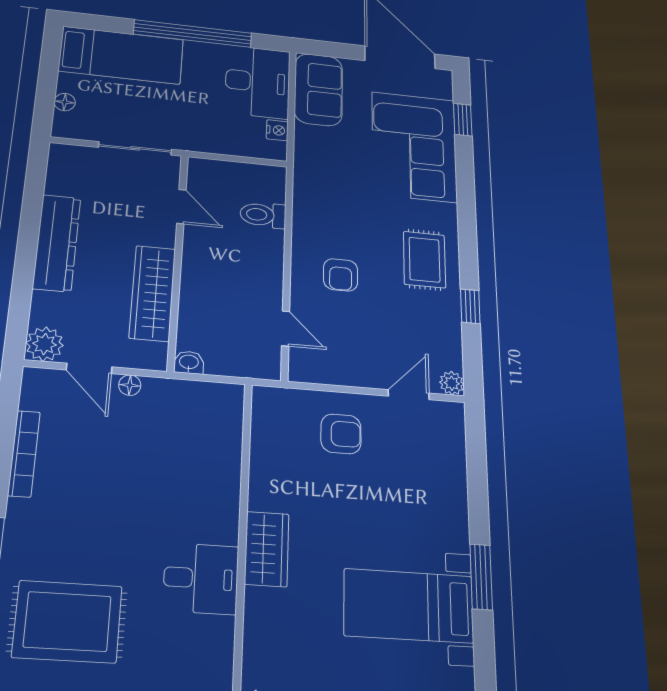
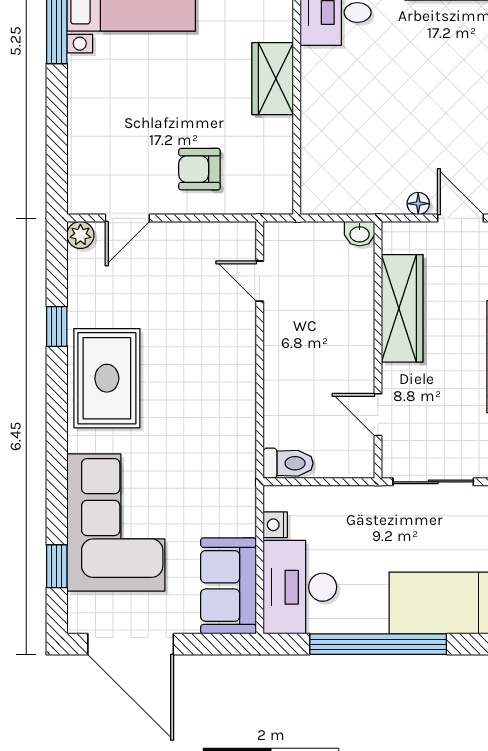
toilet: (263, 215) -> (288, 463), moved
rug: (424, 260) -> (107, 378), width x1.36, depth x1.43
armchair: (341, 275) -> (201, 350), removed
wardrobe: (267, 549) -> (273, 79), moved

